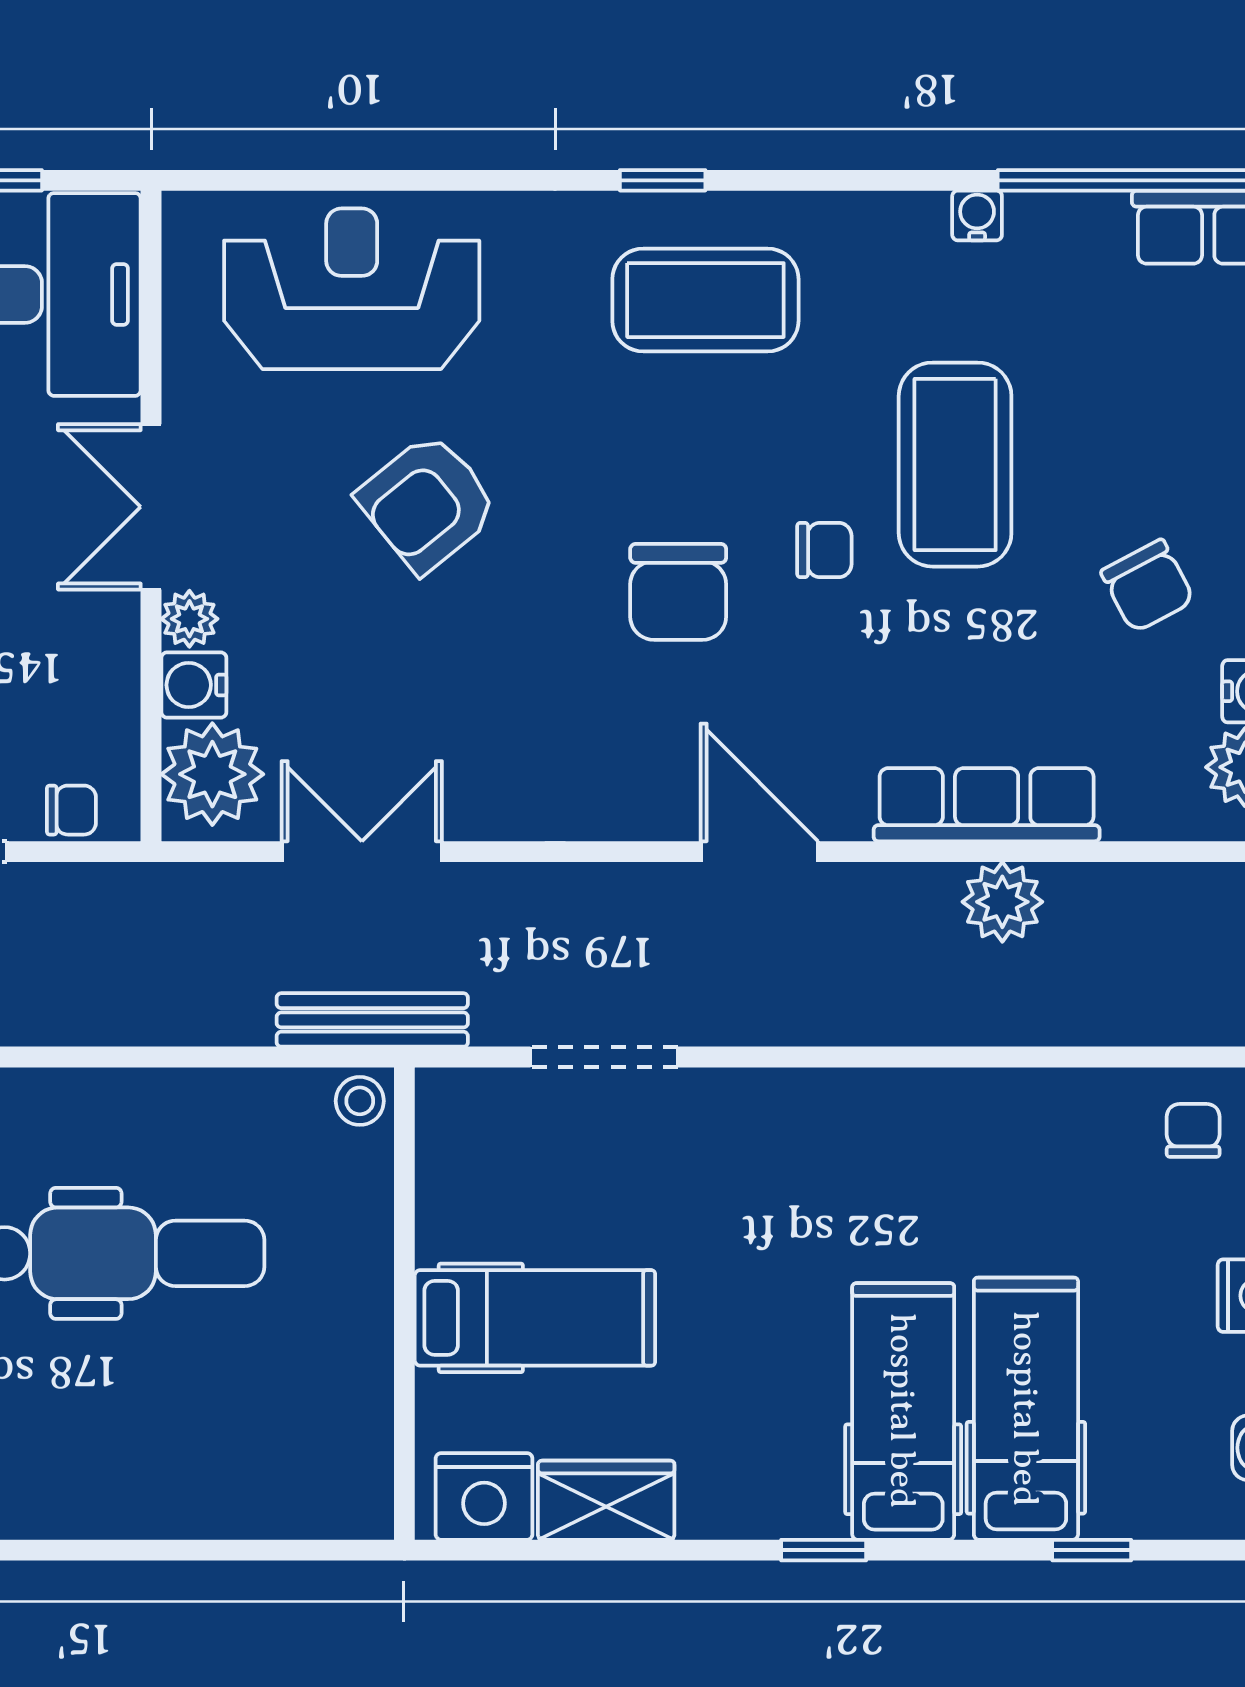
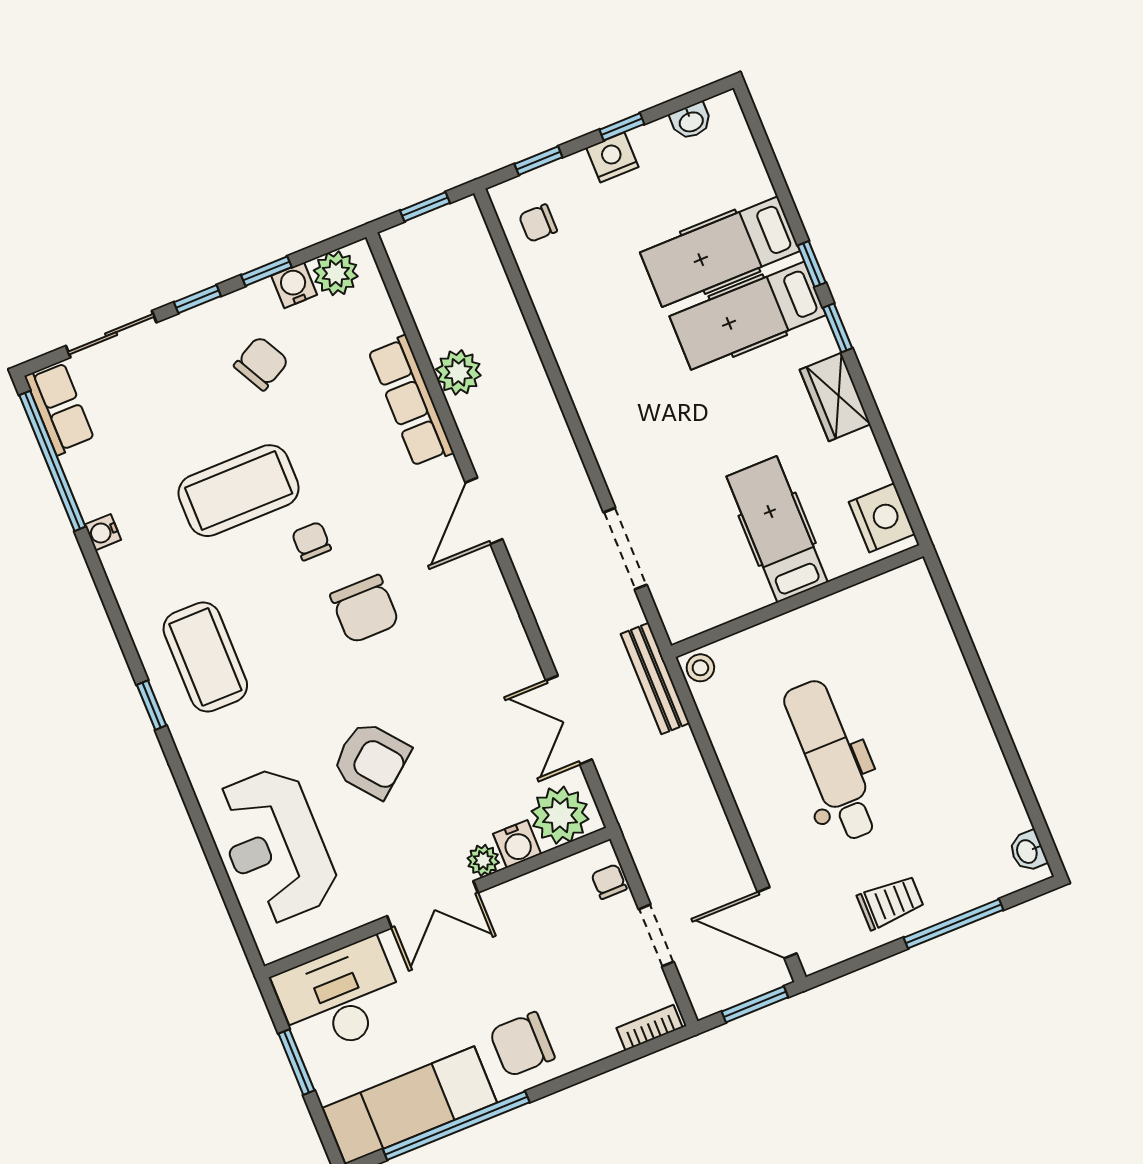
chair: (678, 592) -> (365, 609), turned 90
wardrobe: (606, 1500) -> (835, 397), moved
window: (1092, 1550) -> (812, 264), moved

